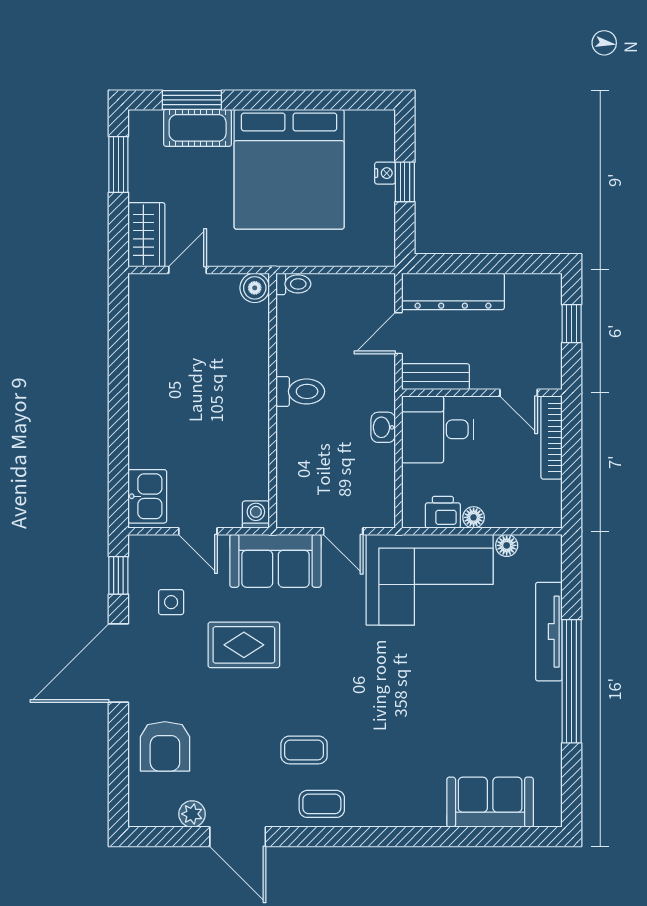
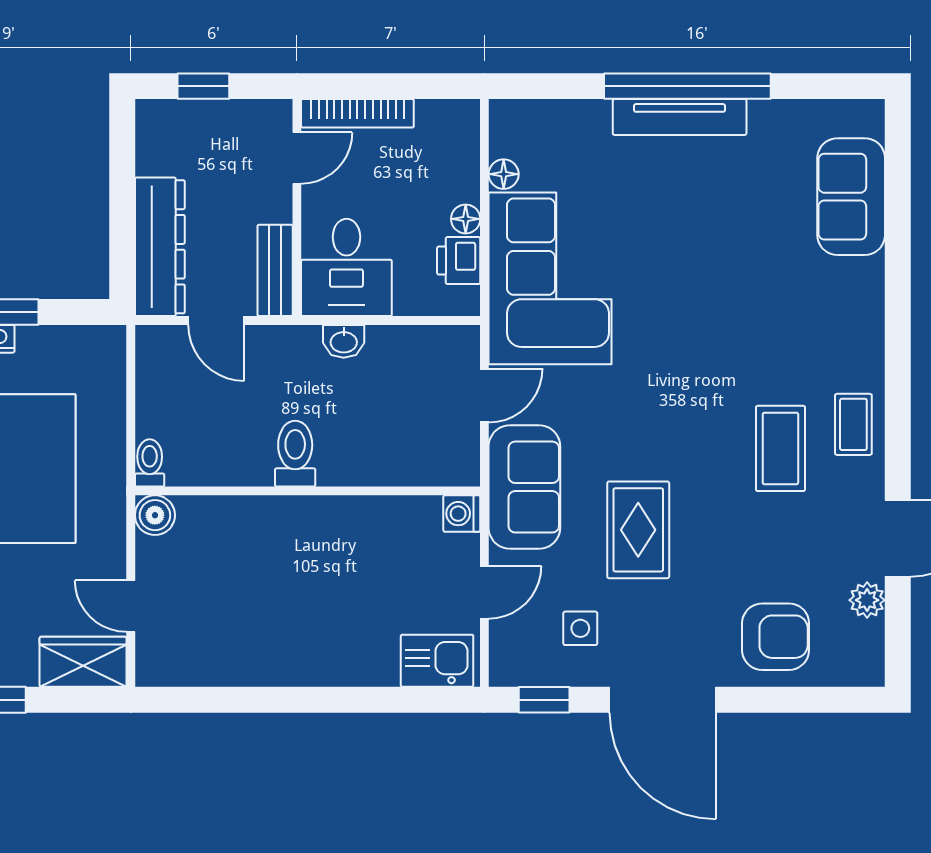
tv unit: (549, 632) -> (680, 117), moved
coffee table: (304, 750) -> (780, 448), width x1.36, depth x1.30

